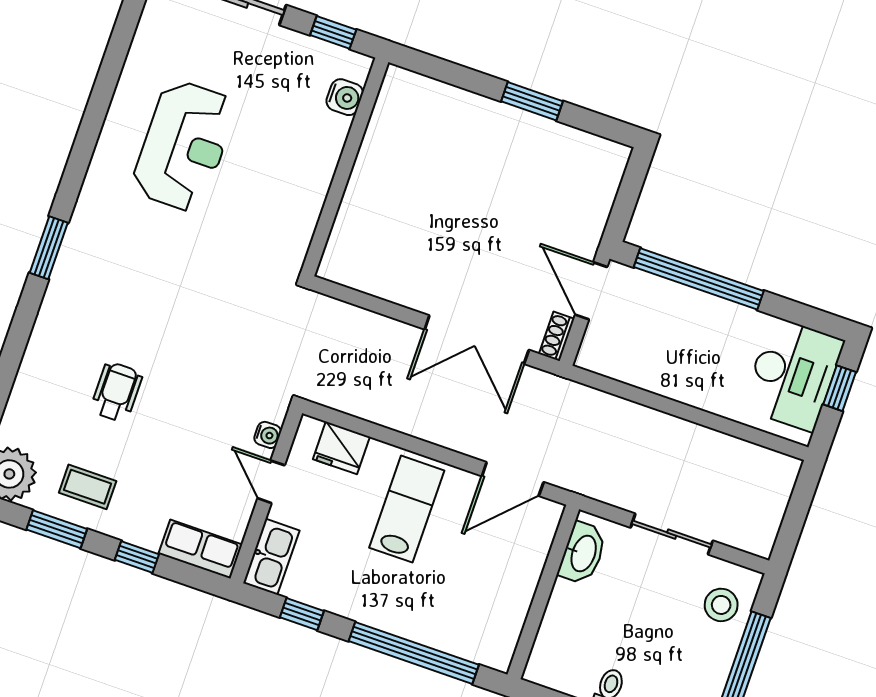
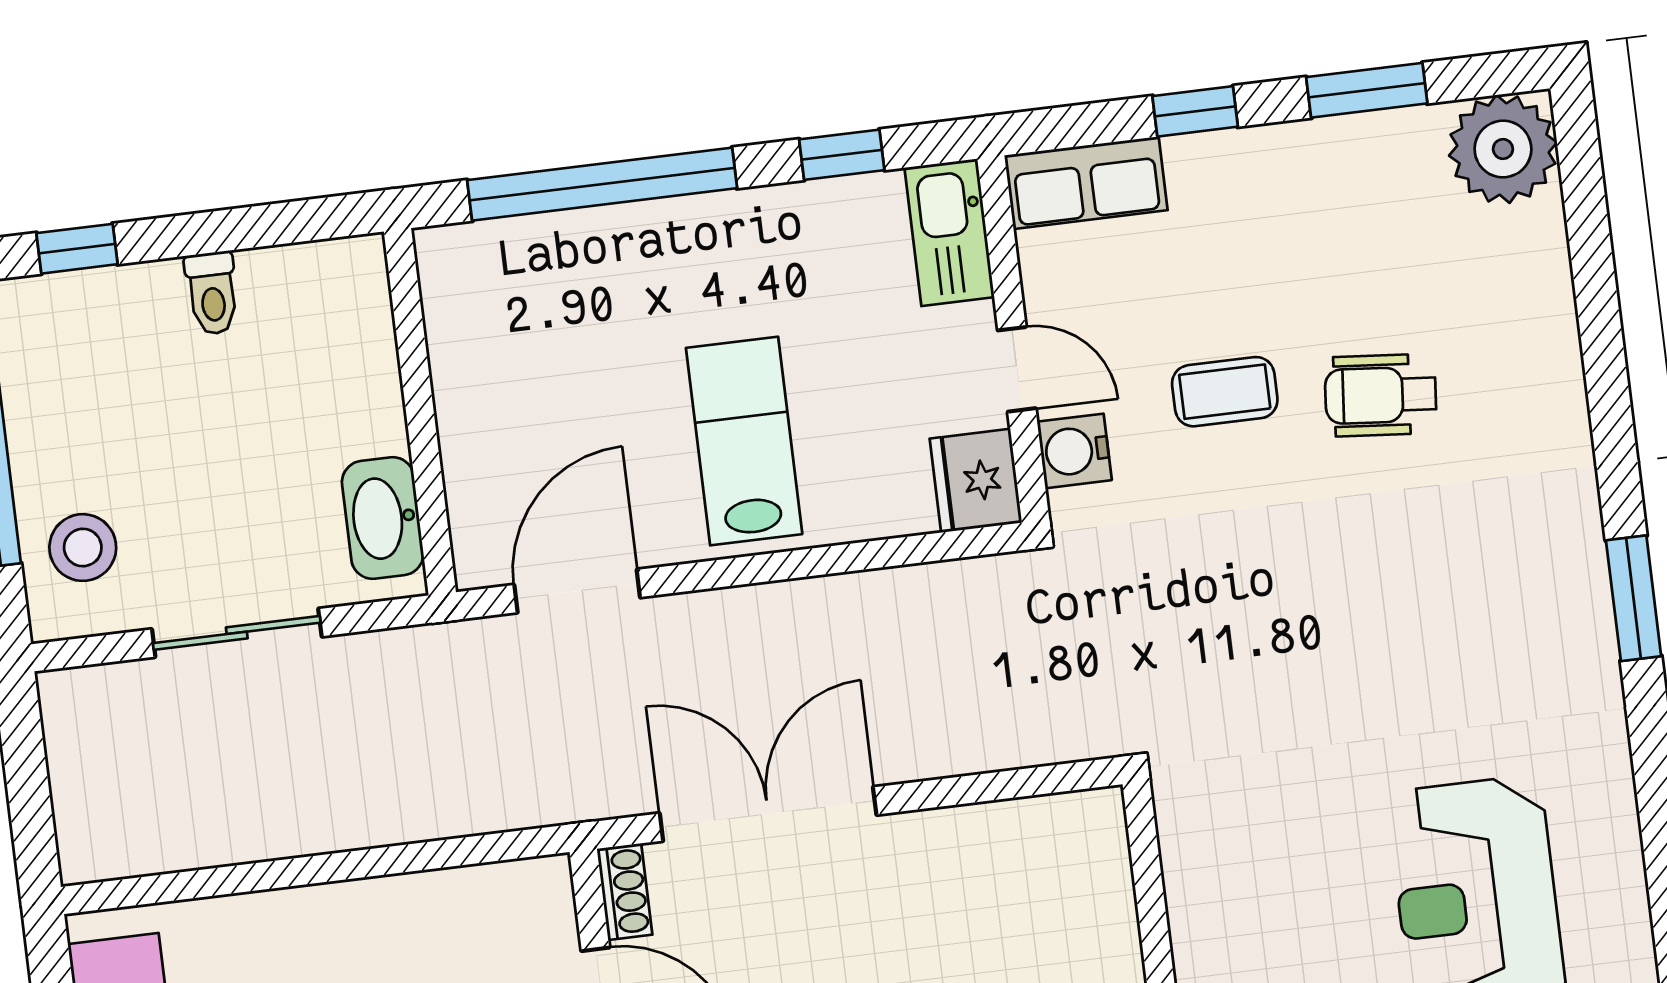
wheelchair: (116, 392) -> (1381, 395), turned 95
water cooler: (268, 435) -> (1074, 451), width x1.38, depth x1.38
fridge: (341, 448) -> (976, 481), moved, turned -90
coffee table: (88, 487) -> (1225, 392), moved
lab bench: (407, 509) -> (744, 441), turned 180

